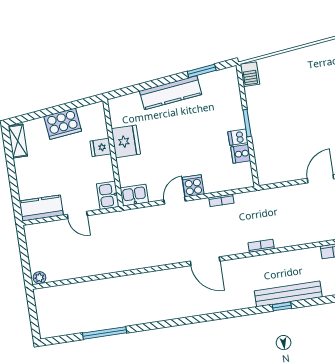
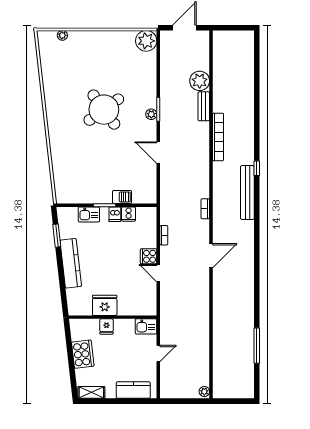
barbecue: (250, 74) -> (122, 197), moved
kitchen sink: (134, 195) -> (89, 214), moved, turned -90
kitchen counter: (41, 208) -> (133, 390), moved, turned 90
window: (282, 306) -> (257, 168), moved

